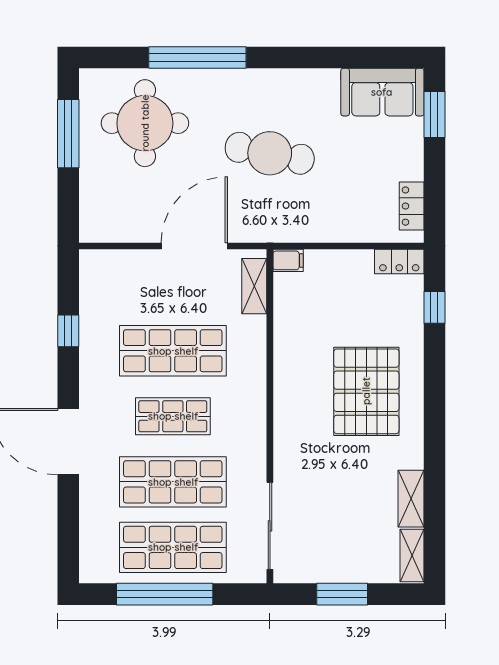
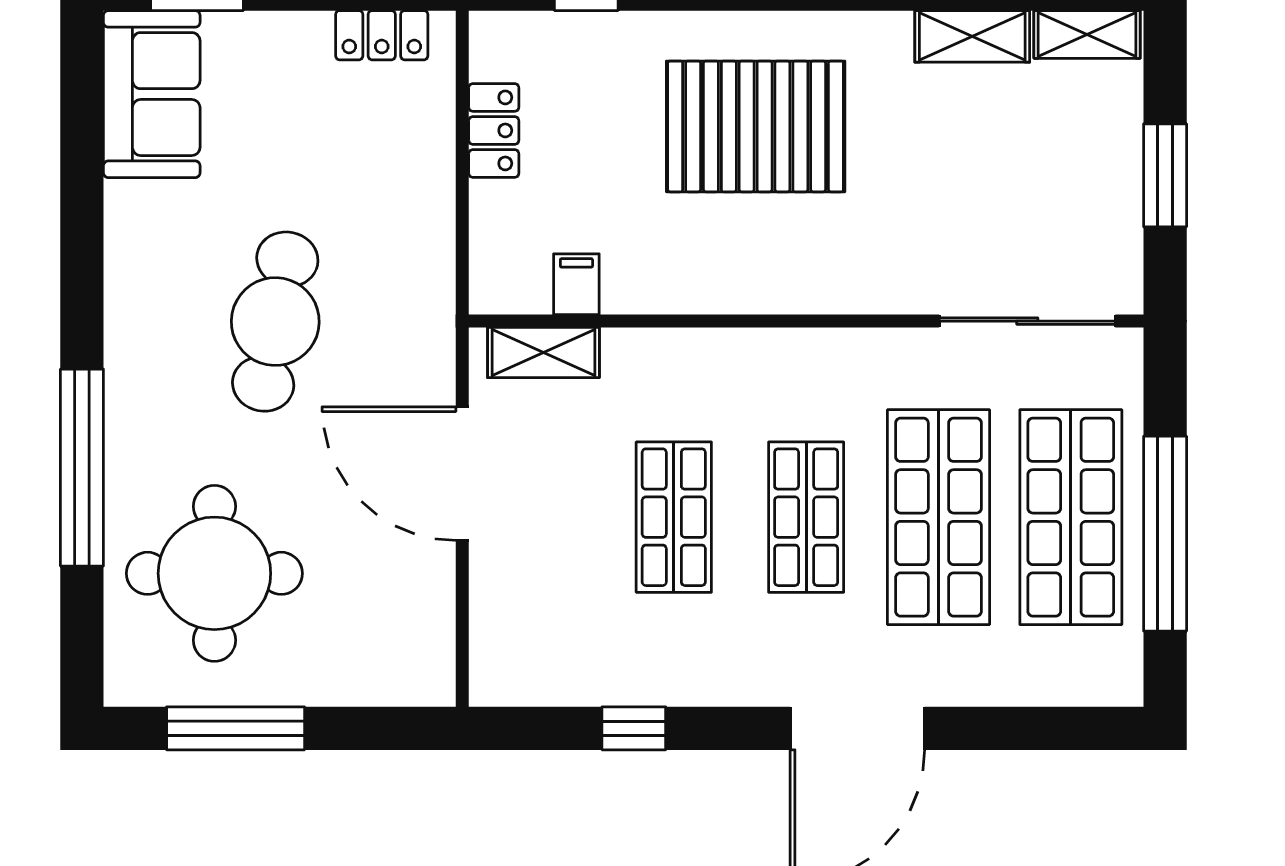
filing cabinet: (288, 260) -> (576, 284), moved
locker: (399, 262) -> (494, 130), moved
shop shelf: (173, 351) -> (674, 517), width x0.70, depth x0.74

